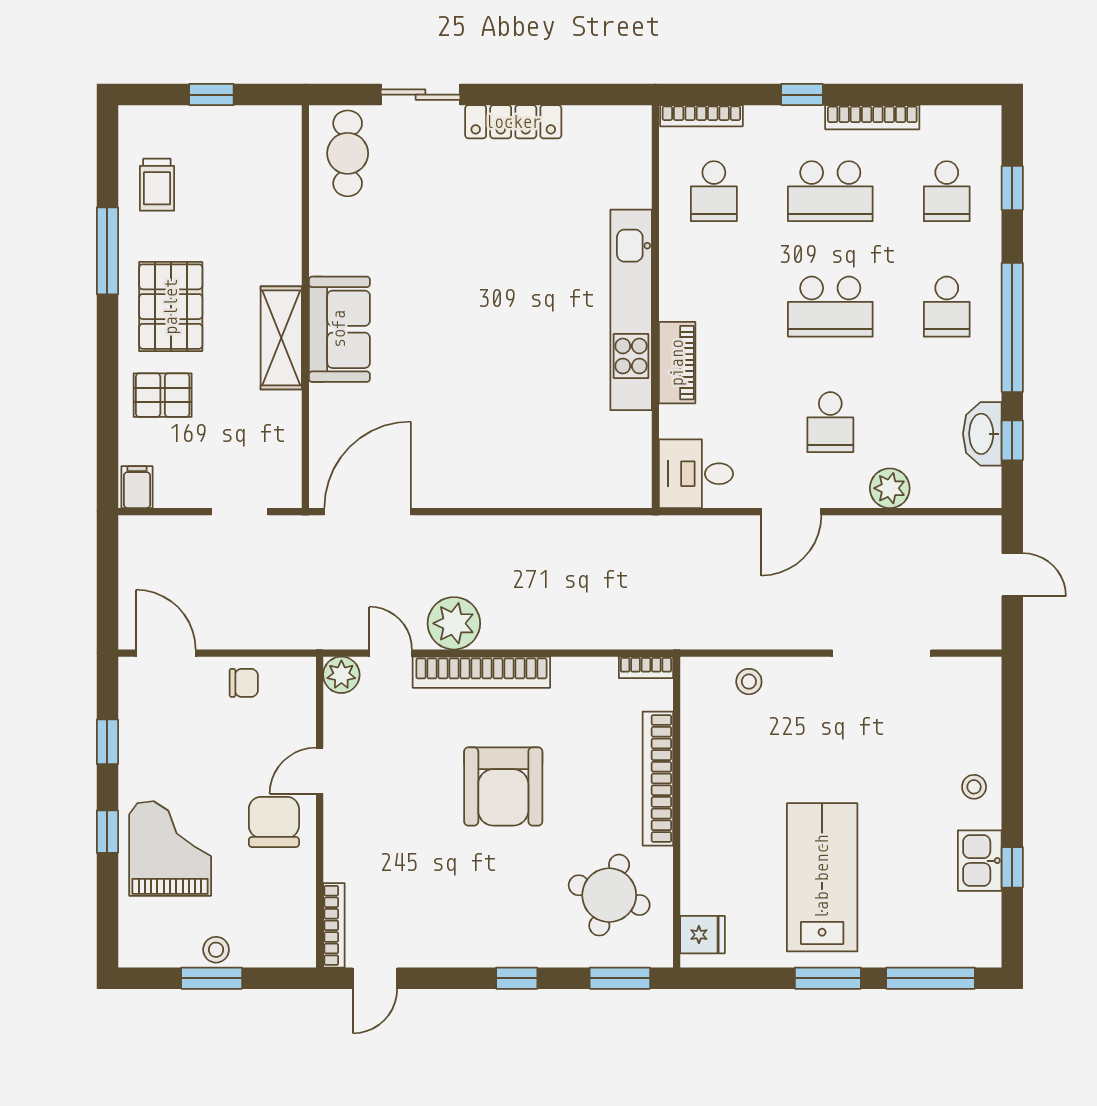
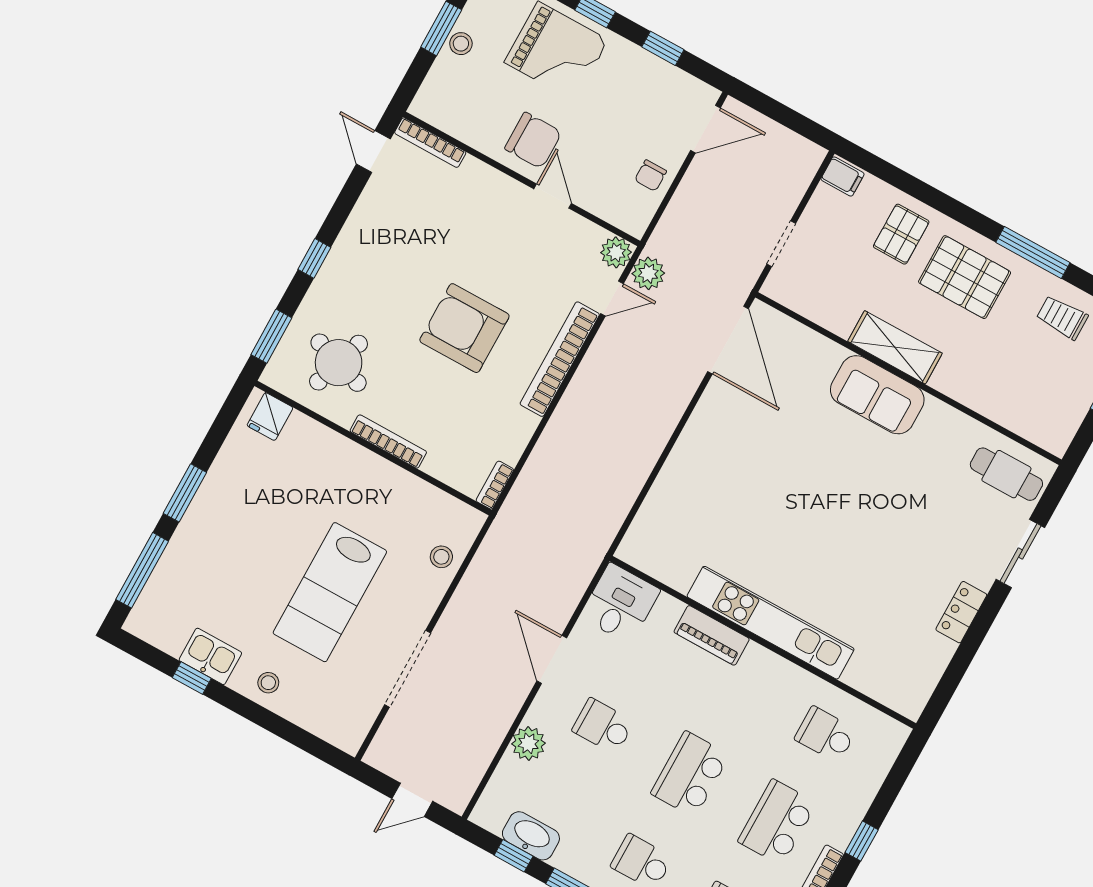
bookcase: (701, 116) -> (888, 756), removed
locker: (513, 122) -> (961, 612), width x0.66
plant: (454, 623) -> (648, 273), moved, width x0.73, depth x0.73
bookcase: (658, 779) -> (388, 441), width x0.68, depth x0.76
lab bench: (822, 877) -> (330, 592), moved, turned 90

